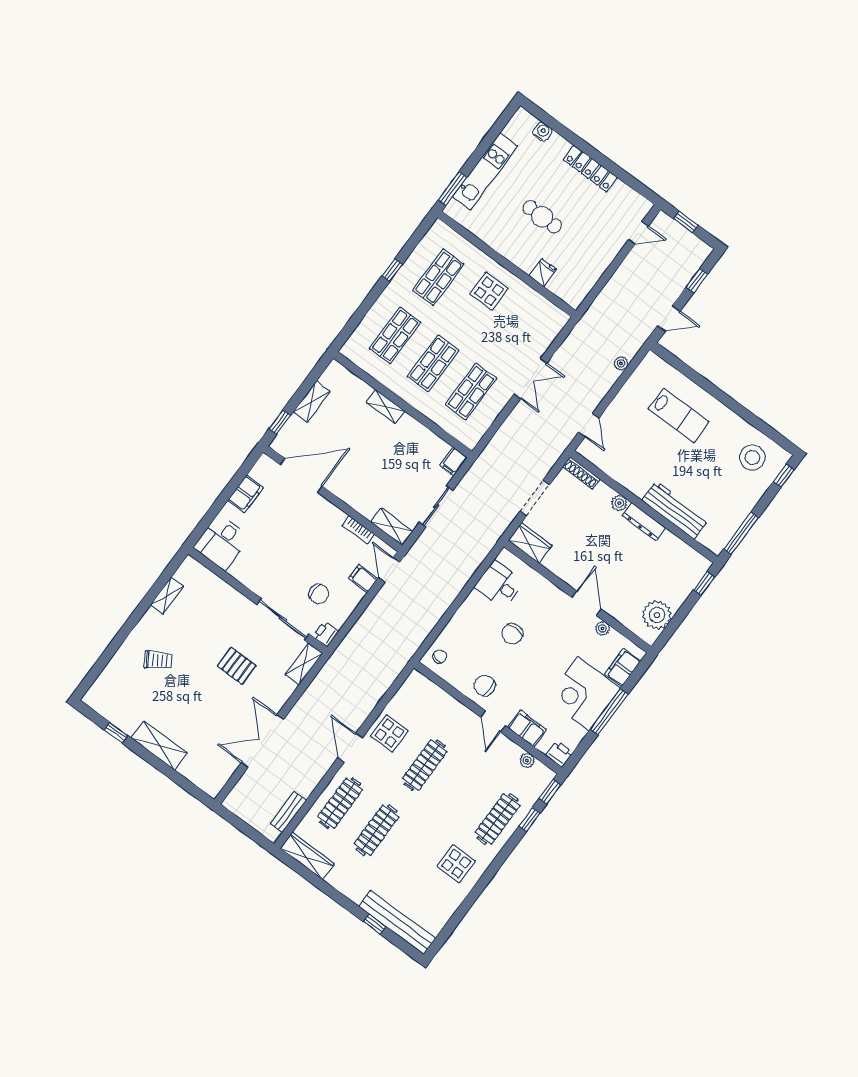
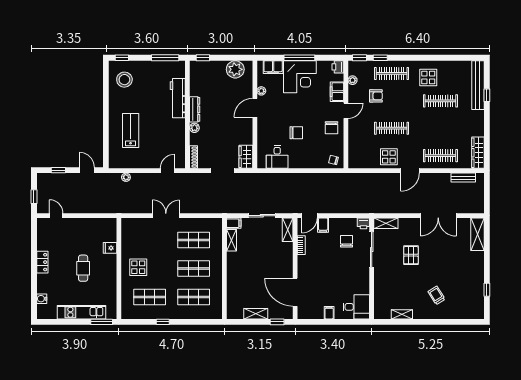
locker: (590, 169) -> (42, 262), width x0.66
shelving: (385, 407) -> (232, 240), moved
filing cabinet: (246, 494) -> (329, 313), width x0.50
shelving: (159, 746) -> (477, 234), moved
armchair: (483, 776) -> (376, 96), added
clothes rail: (377, 830) -> (440, 101), moved

